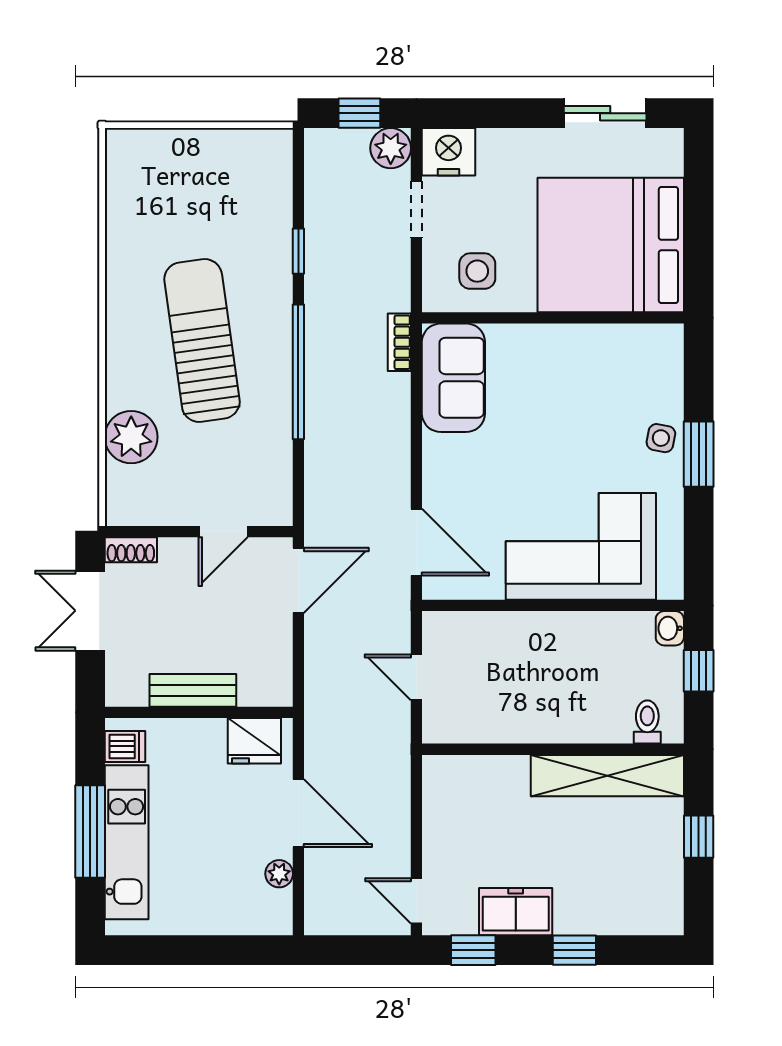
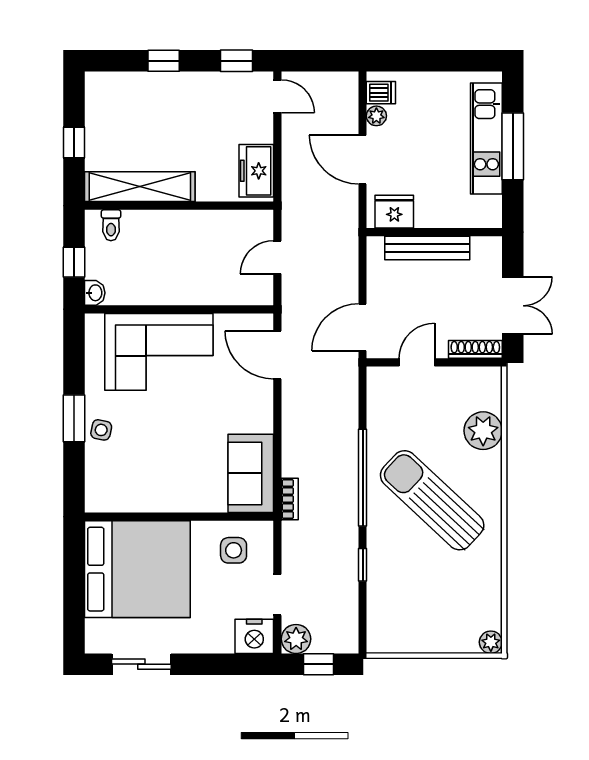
plant: (121, 144) -> (491, 642), added
sun lounger: (202, 341) -> (432, 500), turned 141
shoe rack: (131, 550) -> (475, 349), width x1.43
door: (416, 677) -> (277, 257), swing flipped
bench: (193, 690) -> (427, 248), width x1.36
dishwasher: (125, 746) -> (381, 93), moved, turned 180
freezer: (516, 912) -> (256, 171), moved, turned 90

